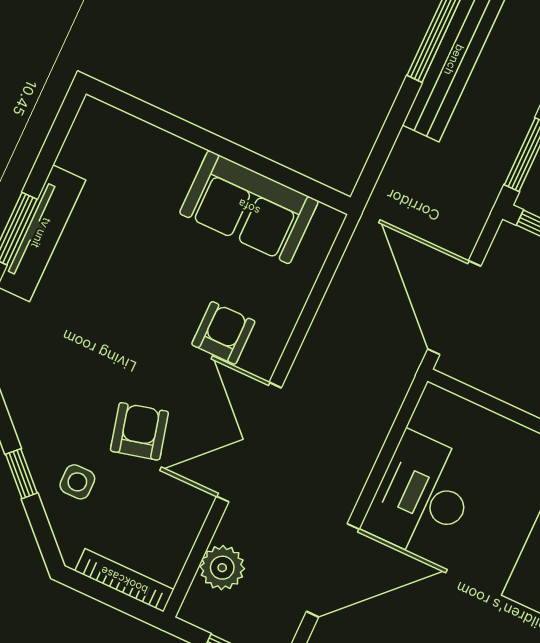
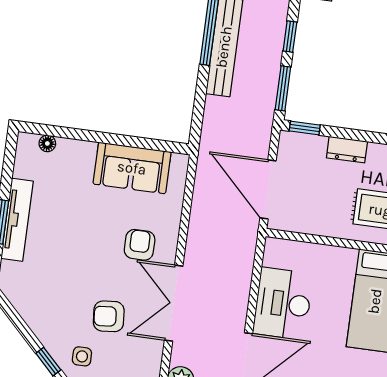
floor lamp: (126, 127) -> (47, 143), added
armchair: (139, 431) -> (109, 316), turned -81

